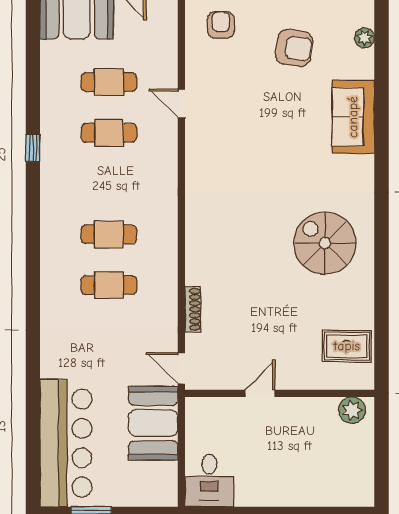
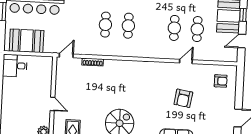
armchair: (294, 48) -> (183, 98), moved
door: (260, 393) -> (52, 104), moved
booth: (153, 423) -> (27, 41), moved

